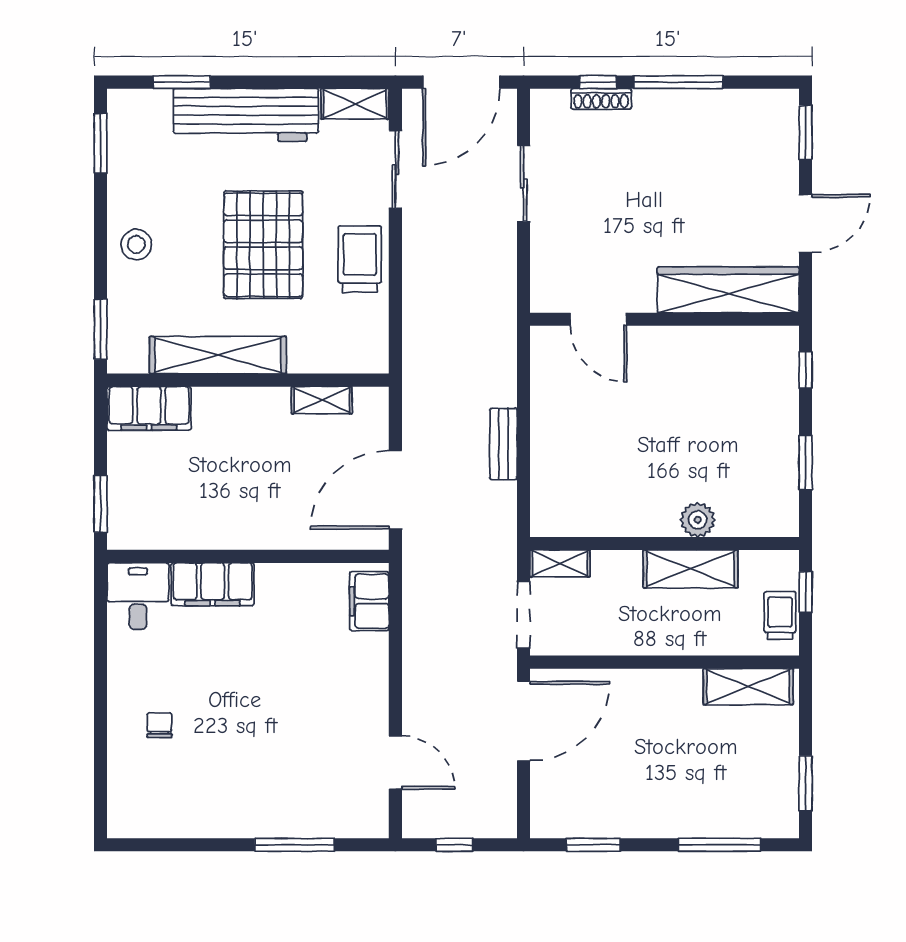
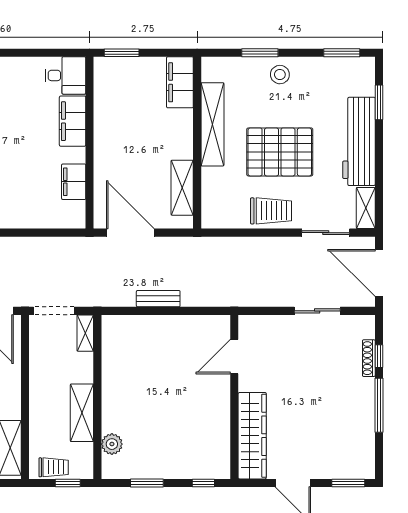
window: (101, 329) -> (260, 53), moved
shelving: (322, 400) -> (182, 188), width x1.50, depth x1.33
plant: (698, 520) -> (112, 444), moved
filing cabinet: (369, 601) -> (74, 182), moved, turned -90

